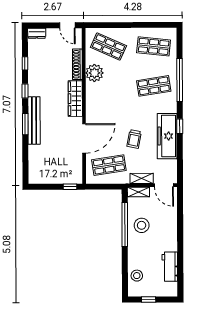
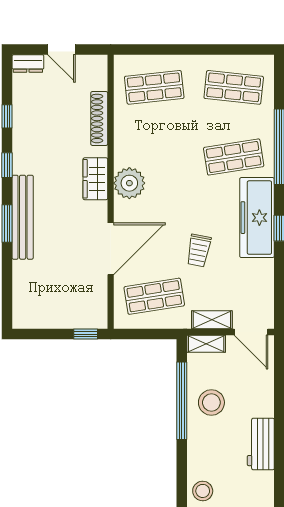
door: (67, 25) -> (62, 50), moved
shop shelf: (108, 47) -> (154, 87), turned -30
plant: (94, 73) -> (129, 183), moved
wardrobe: (75, 99) -> (95, 179), width x0.67
freezer: (167, 136) -> (257, 218), moved
workbench: (170, 267) -> (261, 444), moved

